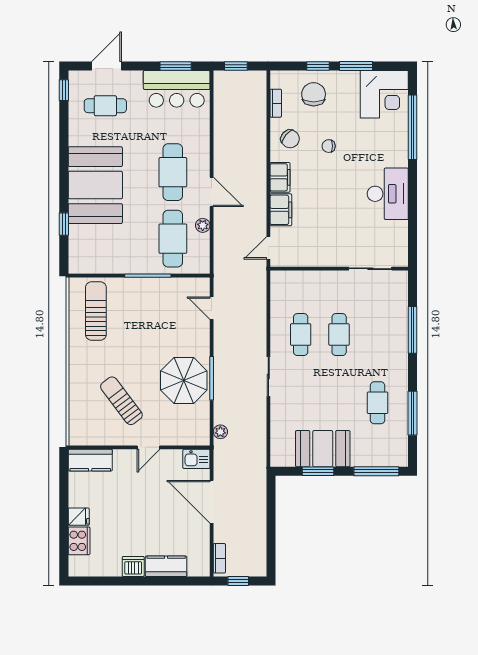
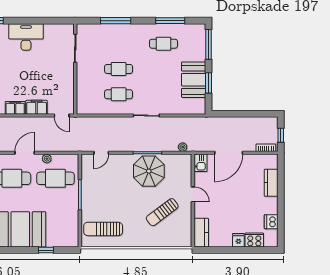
dishwasher: (133, 566) -> (271, 222), moved

